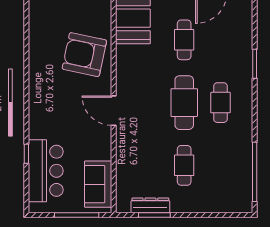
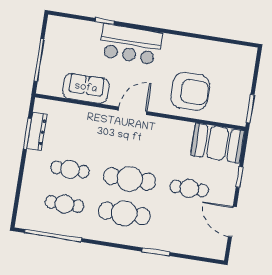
armchair: (84, 55) -> (190, 91), turned 78
cafe table: (220, 103) -> (124, 213), width x1.37, depth x1.35
cafe table: (220, 165) -> (65, 204), added
bar counter: (46, 171) -> (131, 44), moved
sofa: (98, 184) -> (86, 88), moved

